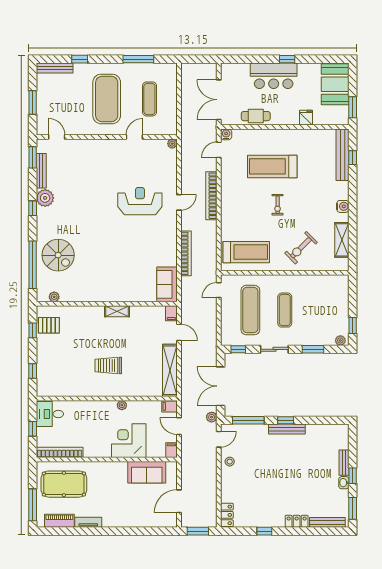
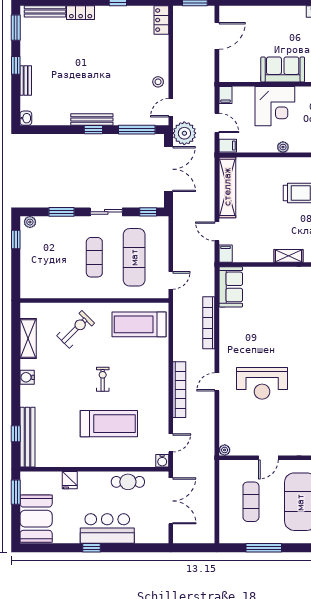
plant: (212, 417) -> (184, 133), width x1.88, depth x1.88
sofa: (147, 472) -> (283, 69), moved
washbasin: (344, 483) -> (26, 118), moved

